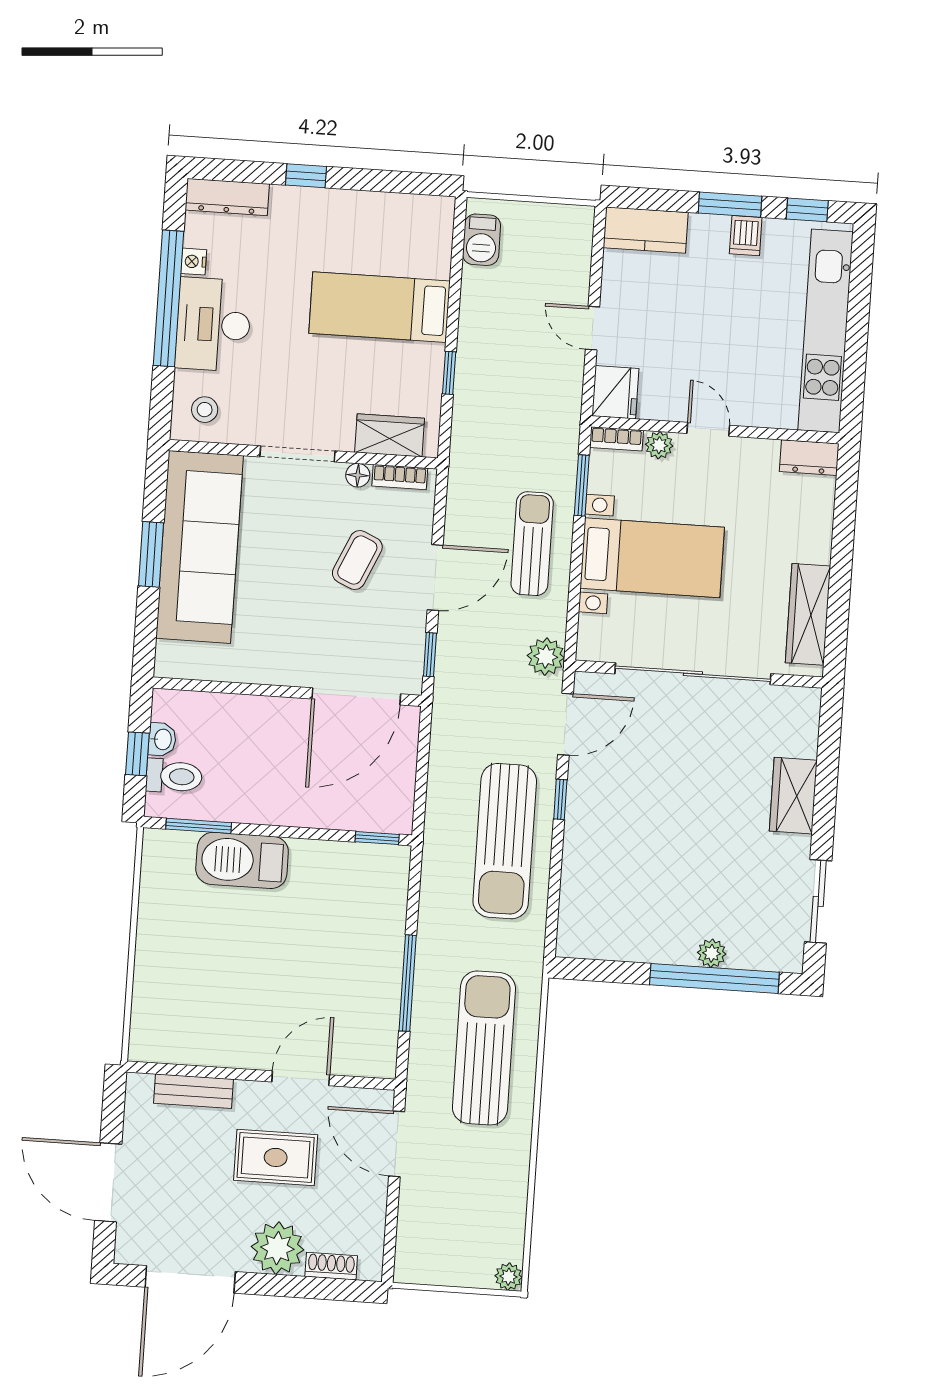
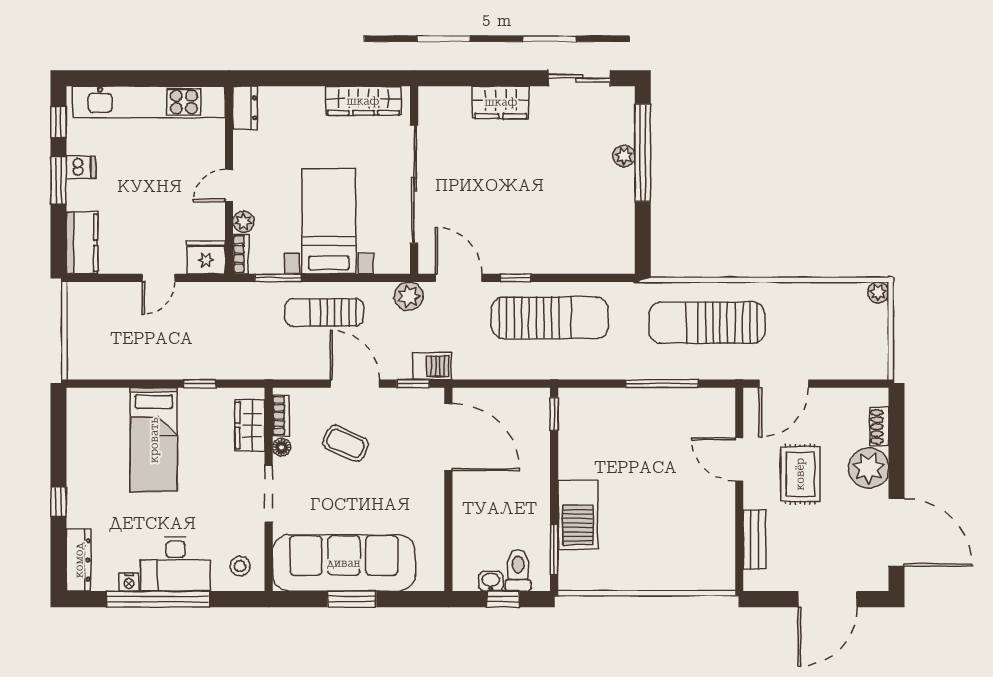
barbecue: (482, 240) -> (432, 366), moved

